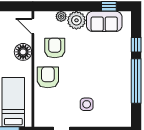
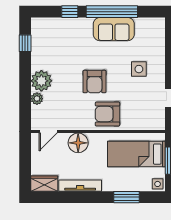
sofa: (104, 21) -> (114, 29), moved, turned 90
armchair: (55, 48) -> (94, 82), moved, turned -90

